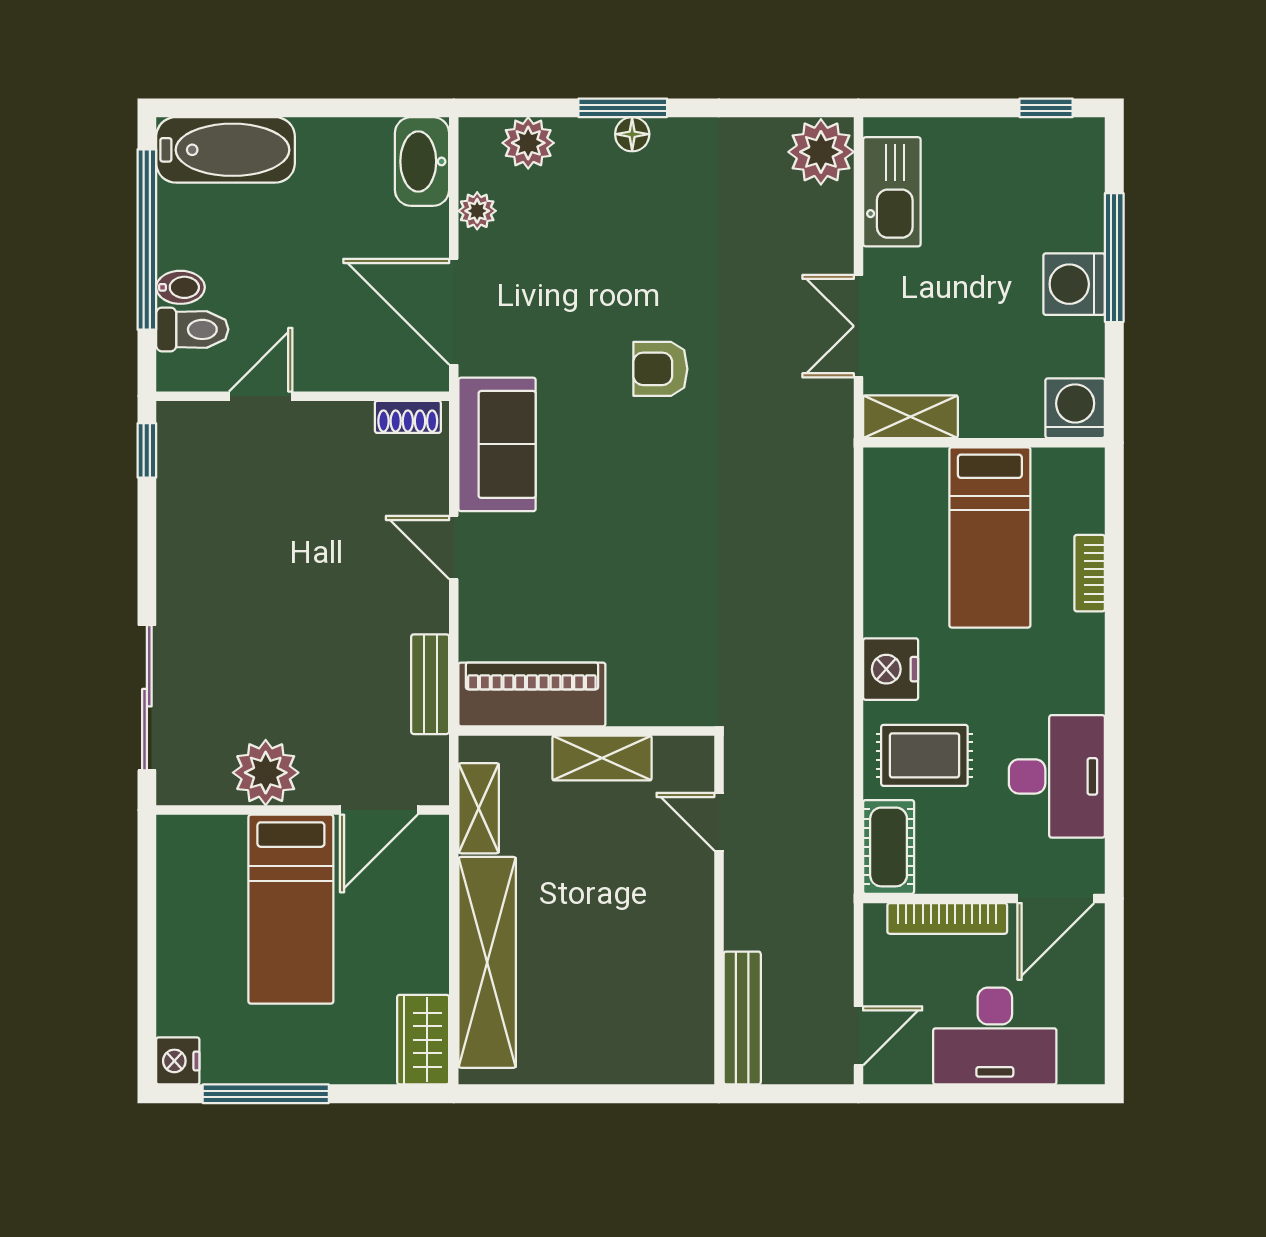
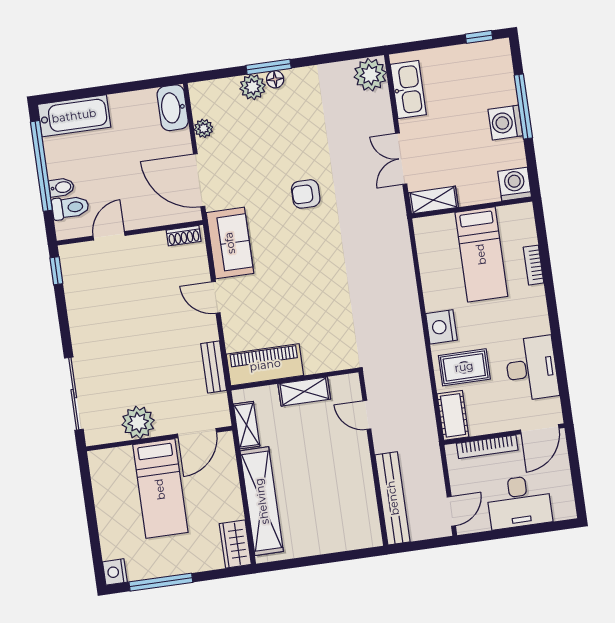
plant: (528, 143) -> (253, 87), moved
bench: (742, 1018) -> (393, 498), width x1.37, depth x1.21

